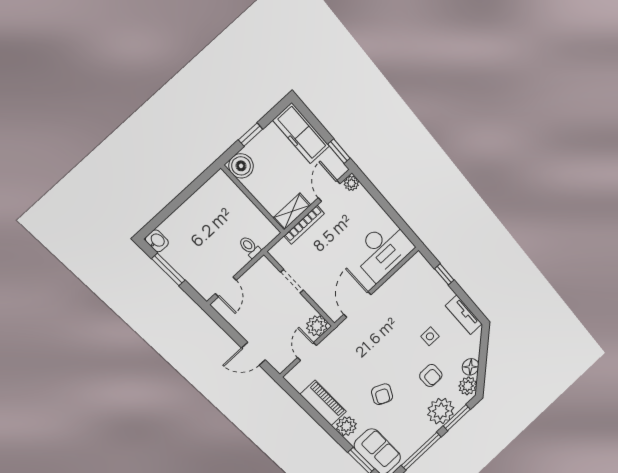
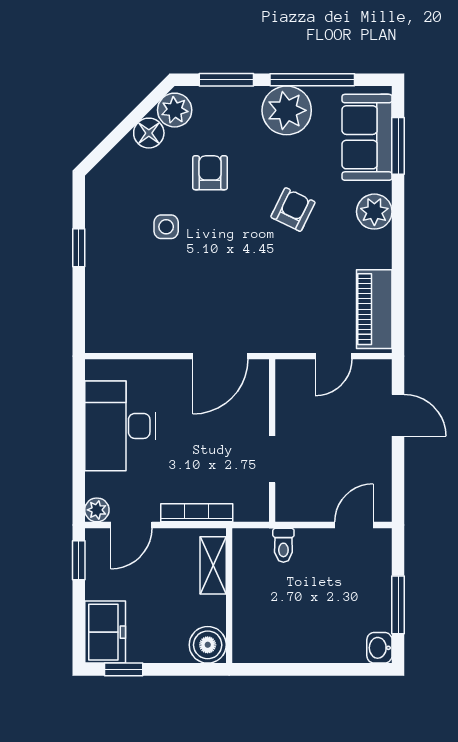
freezer: (301, 133) -> (105, 632), width x0.71
window: (251, 134) -> (124, 669), moved
shelving: (292, 212) -> (213, 565), moved, turned 90
desk: (383, 250) -> (120, 426), moved, turned -90
window: (444, 274) -> (79, 248), moved
tv unit: (464, 315) -> (98, 213), removed
plant: (317, 326) -> (293, 377), removed
piano: (323, 403) -> (374, 309), moved
plant: (441, 411) -> (287, 110), moved

